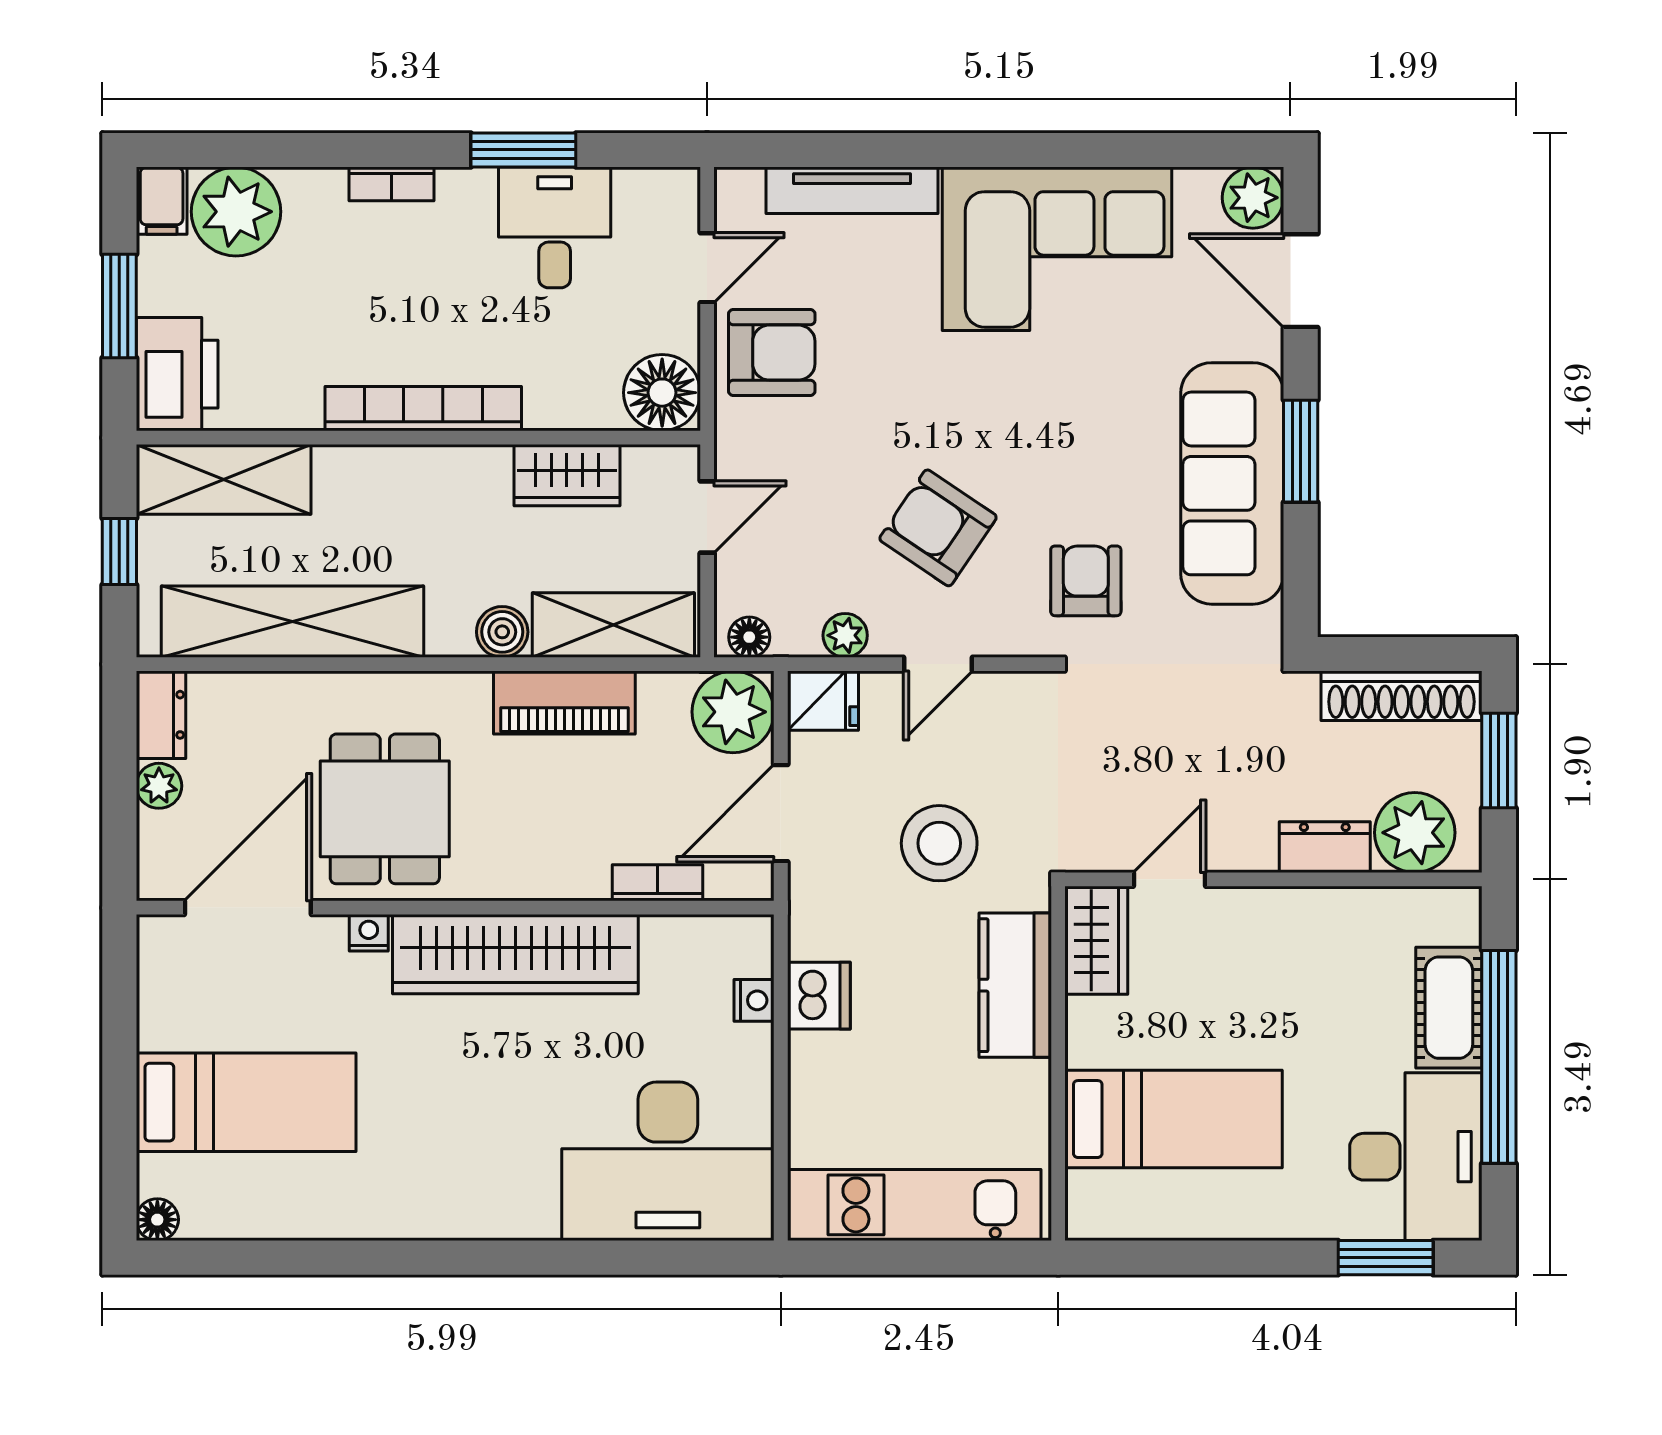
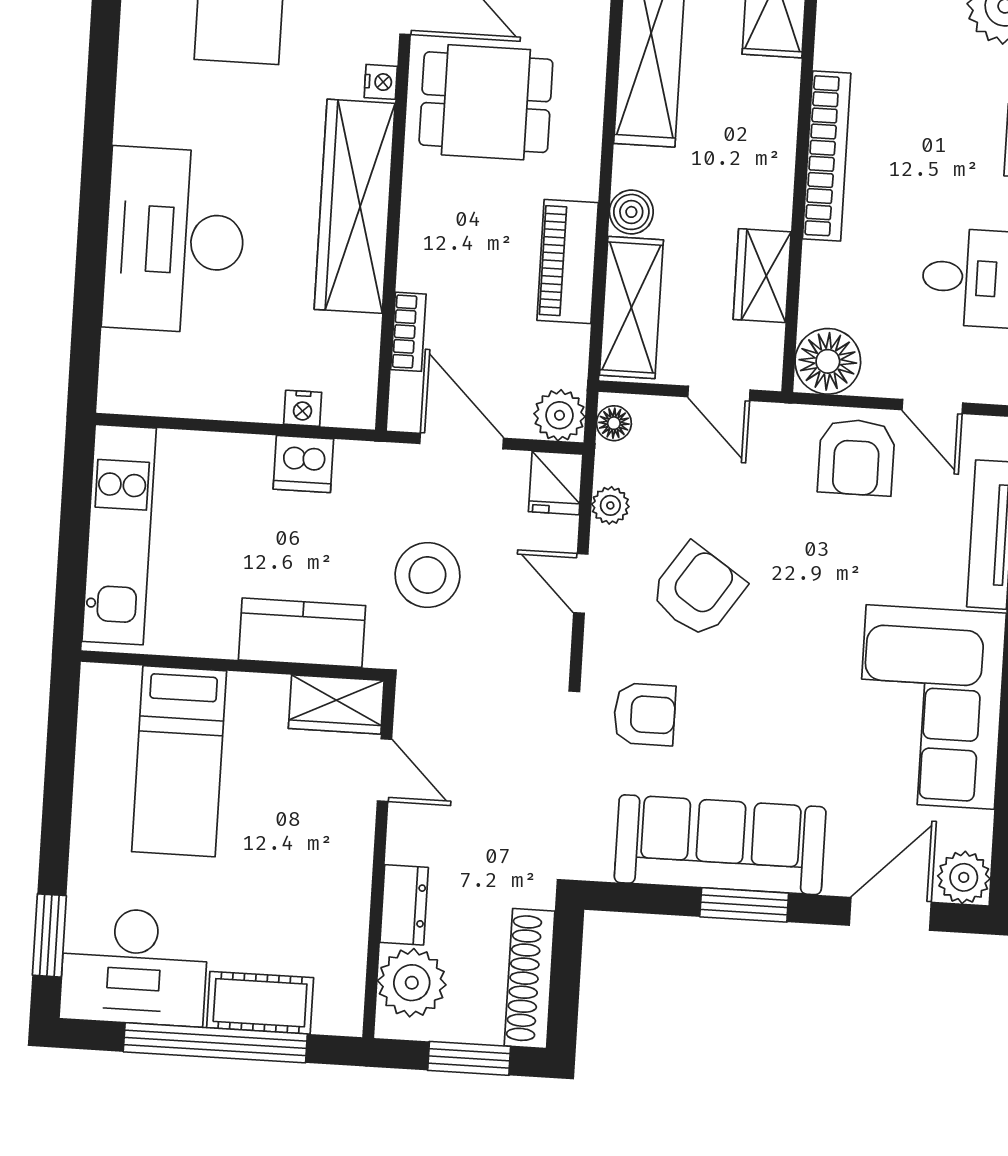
plant: (733, 712) -> (559, 415), width x0.73, depth x0.73
desk: (668, 1161) -> (175, 240), moved

